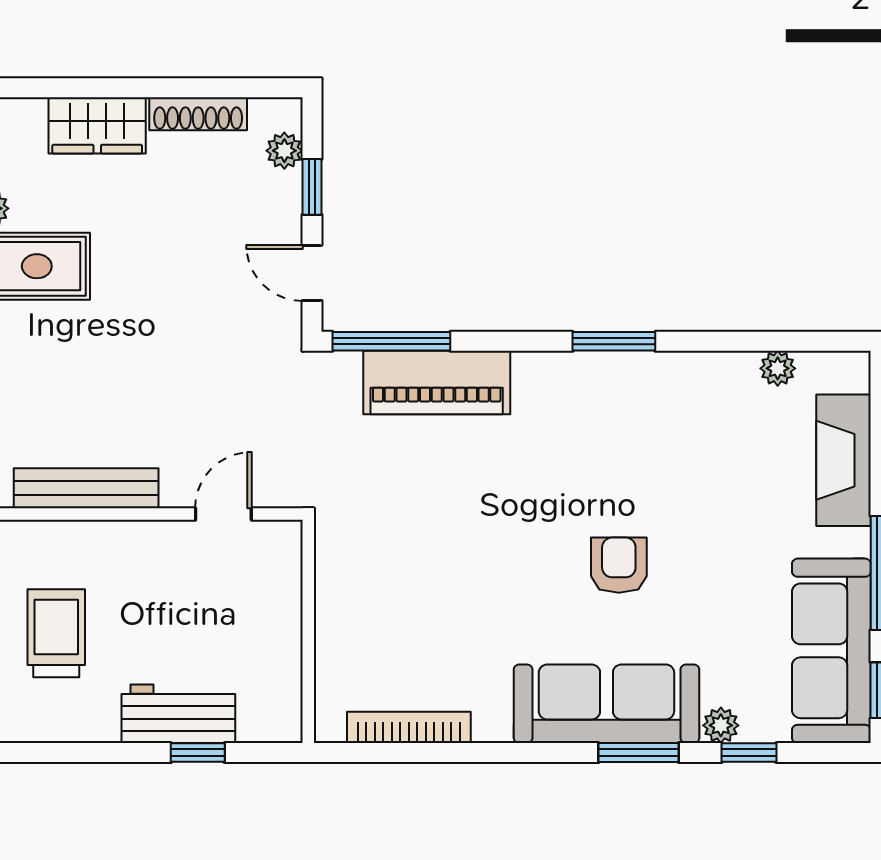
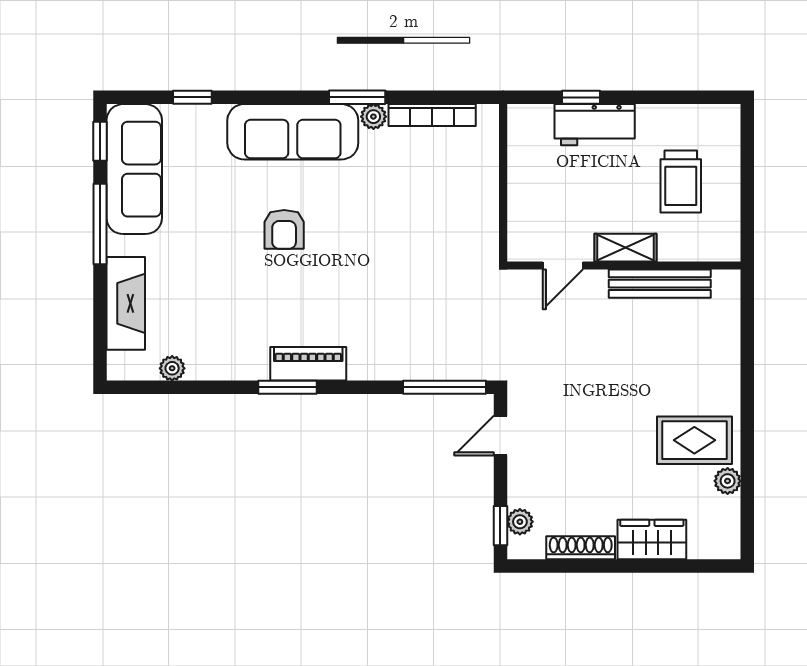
window: (312, 187) -> (500, 526), moved
door: (312, 273) -> (500, 436), swing flipped
piano: (437, 383) -> (308, 364), moved, width x0.73, depth x0.75
shelving: (135, 539) -> (625, 248), added
plant: (721, 725) -> (373, 117), moved
window: (639, 753) -> (357, 97), moved

